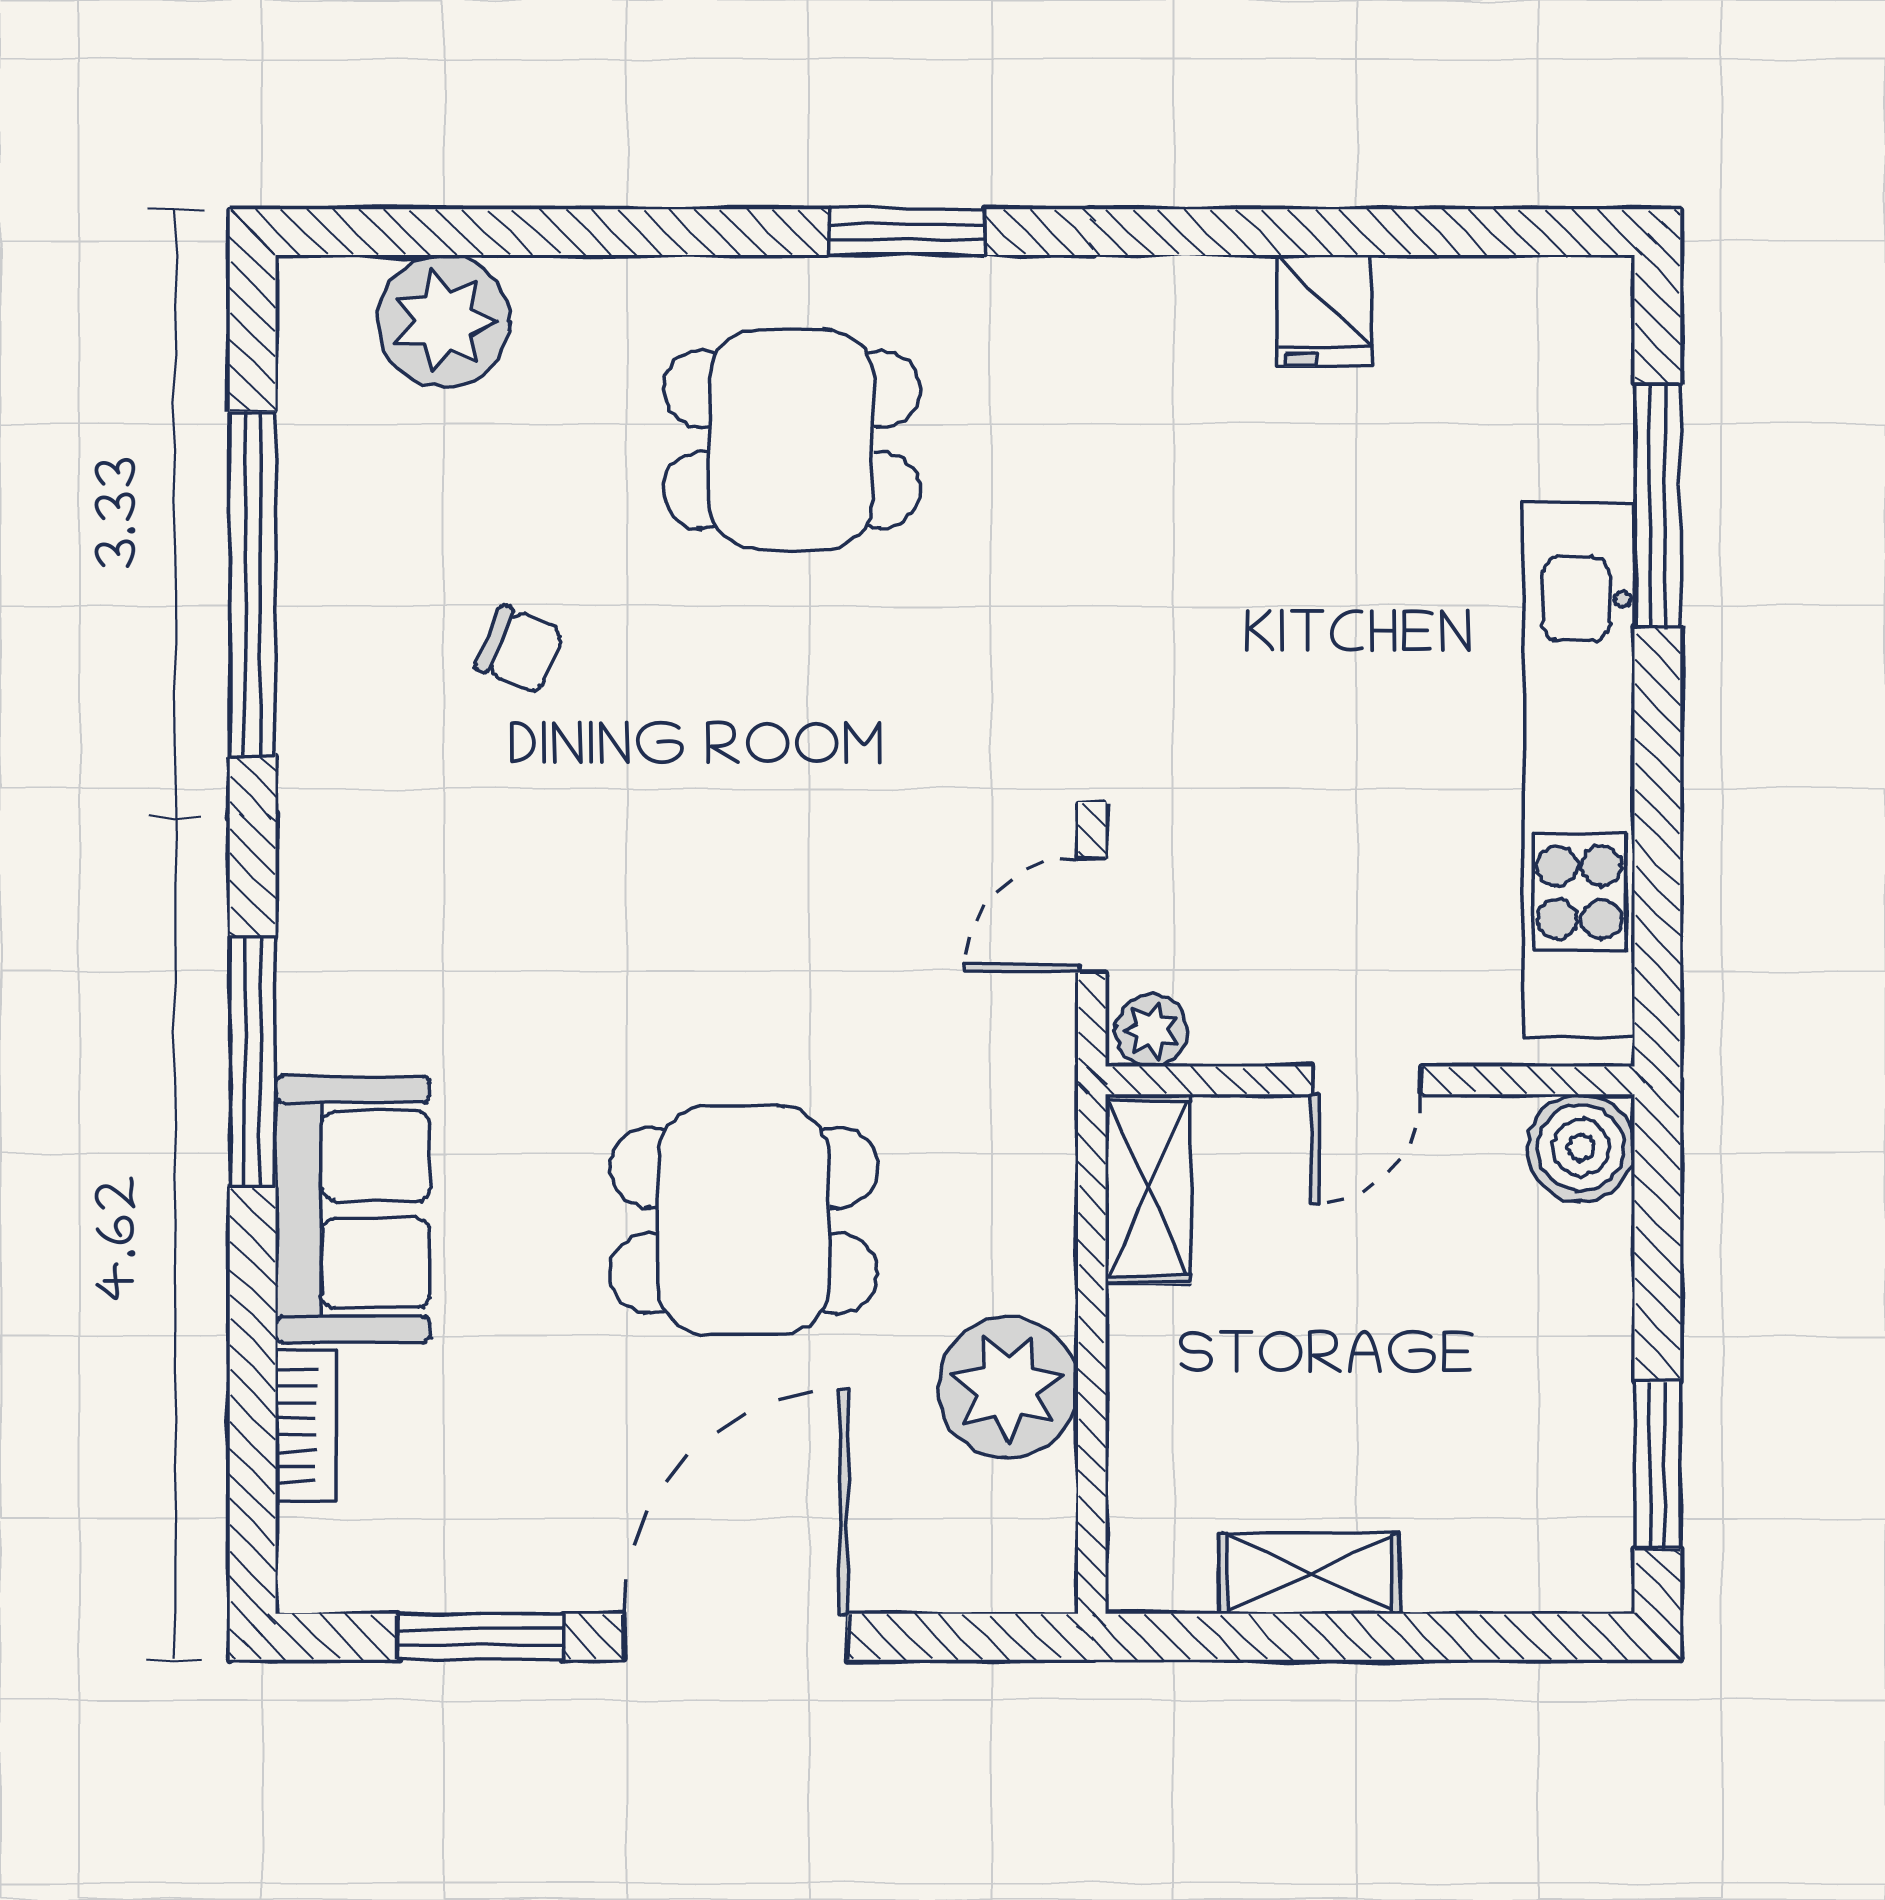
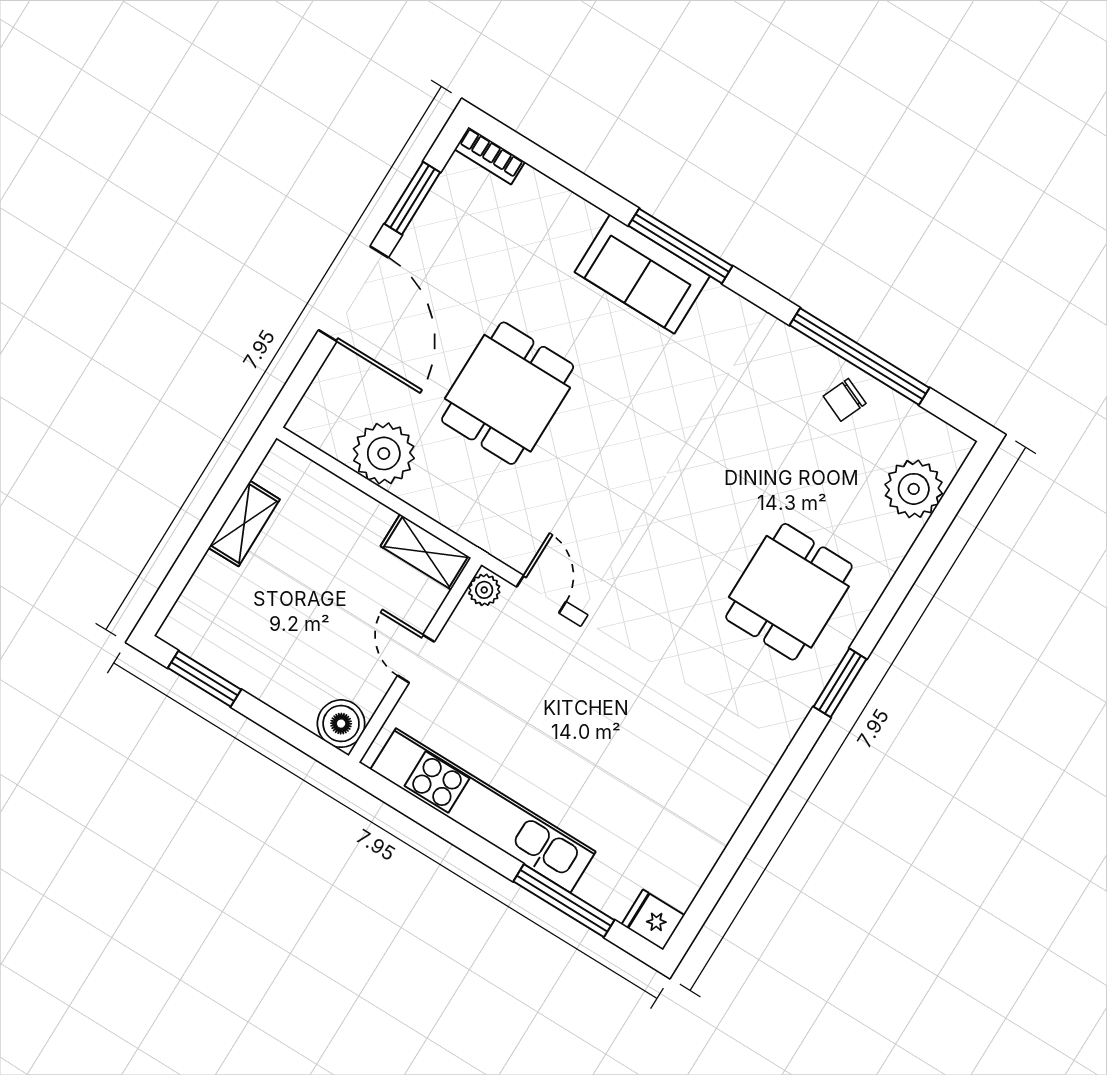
fridge: (1324, 311) -> (653, 920), moved
chair: (520, 649) -> (845, 400), moved
sofa: (353, 1210) -> (642, 274), moved
bookcase: (306, 1426) -> (490, 156), moved

